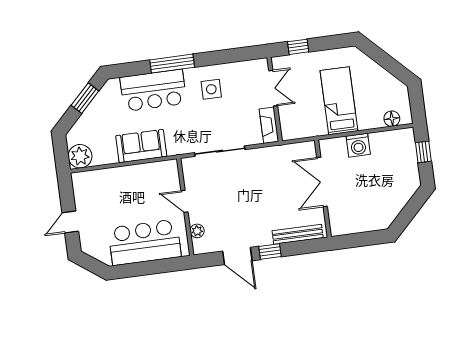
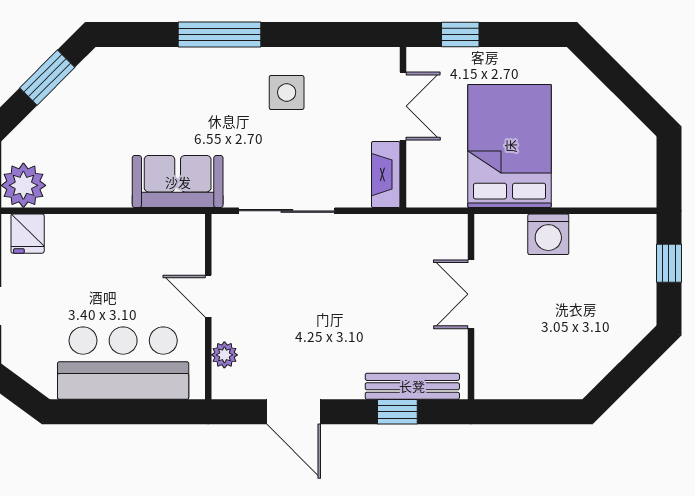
bar counter: (153, 90) -> (177, 80), removed
bed: (339, 101) -> (510, 146), width x1.50
floor lamp: (392, 119) -> (618, 193), removed
sofa: (141, 146) -> (178, 182), moved
fridge: (86, 181) -> (28, 234), added
double door: (322, 182) -> (471, 294), width x0.73
window: (270, 252) -> (397, 412), moved

